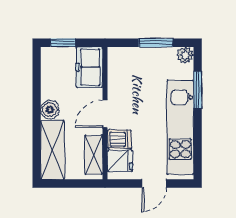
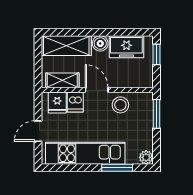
window: (156, 43) -> (157, 114), moved
freezer: (89, 67) -> (126, 47), moved, turned 180
stool: (123, 86) -> (120, 105), added
door: (154, 184) -> (38, 131), hinge flipped

